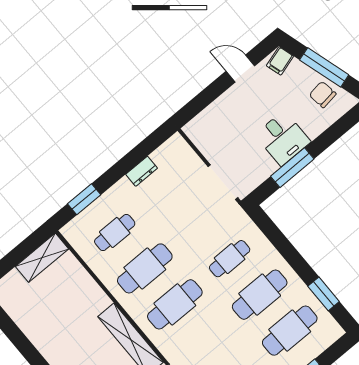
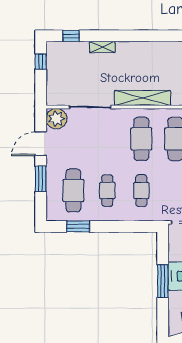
window: (292, 168) -> (163, 281), moved
cafe table: (260, 295) -> (107, 191), width x0.73, depth x0.74

